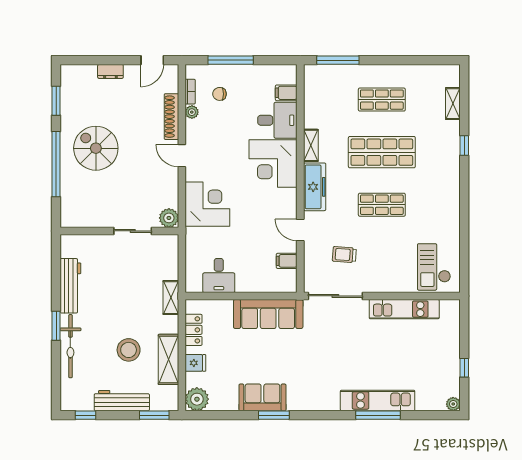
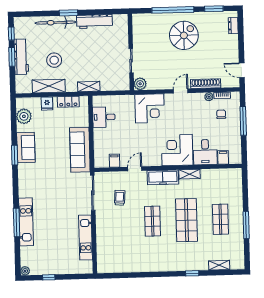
window: (338, 60) -> (246, 225), moved
dresser: (110, 71) -> (233, 26), moved
checkout: (434, 267) -> (113, 256), removed
plant: (197, 399) -> (24, 116), moved
window: (154, 415) -> (12, 57), moved

